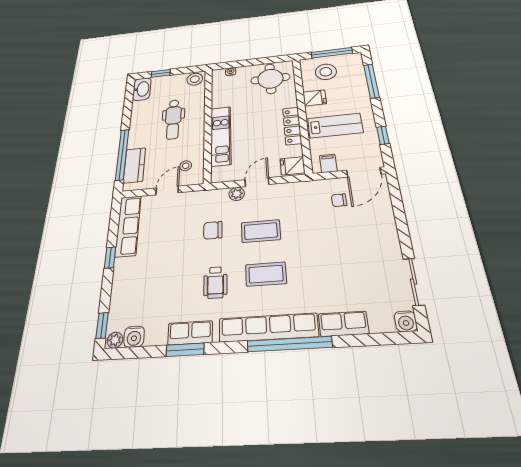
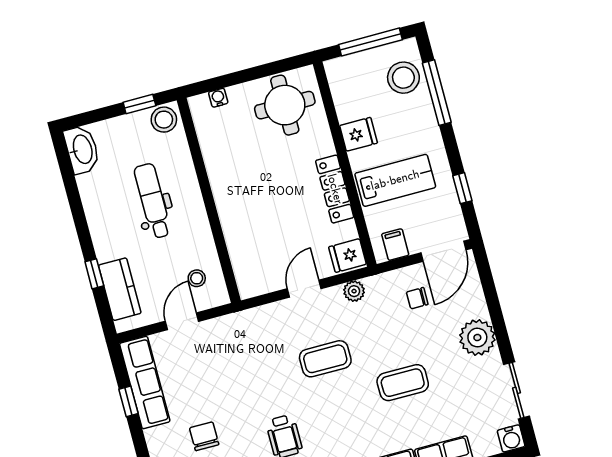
stool: (326, 72) -> (403, 78), moved
window: (161, 73) -> (139, 104), moved
dental chair: (173, 119) -> (153, 201), turned 180
kitchen unit: (221, 136) -> (234, 221), removed
window: (122, 154) -> (94, 274), width x0.32
plant: (237, 194) -> (354, 291), moved
chair: (213, 230) -> (204, 436), moved, turned 90
plant: (384, 235) -> (477, 337), added
window: (110, 257) -> (128, 401), moved
coffee table: (266, 274) -> (403, 383), moved

